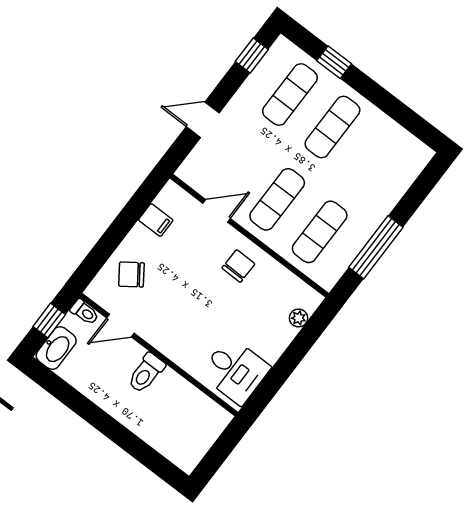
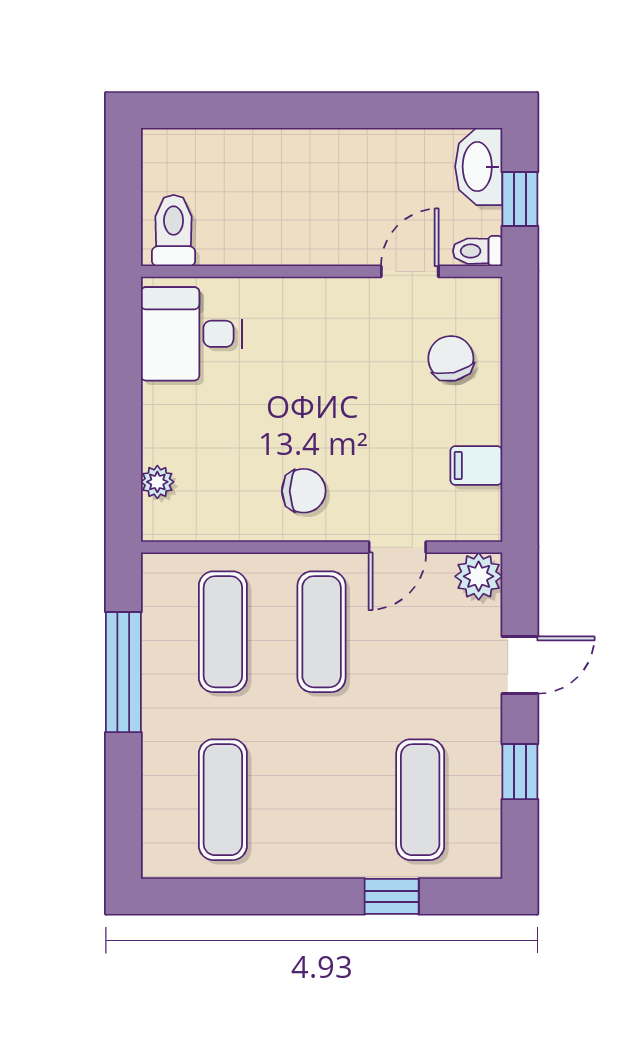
window: (252, 56) -> (520, 772), moved
exercise mat: (332, 127) -> (223, 800), moved
plant: (191, 171) -> (479, 576), added
chair: (238, 266) -> (304, 491), turned -91
chair: (131, 274) -> (451, 358), turned -68
toilet: (146, 373) -> (174, 231), moved

